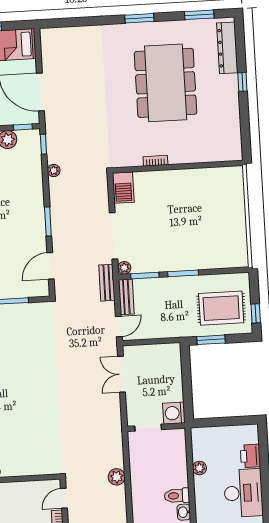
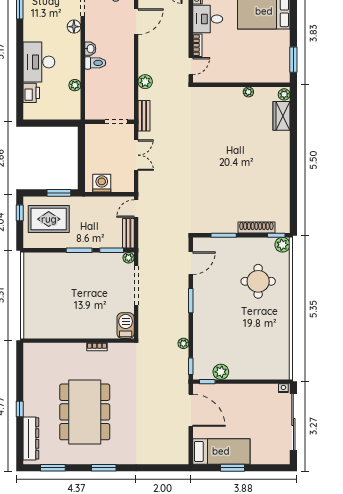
bench: (107, 283) -> (144, 116), moved
double door: (122, 374) -> (136, 155), moved
washing machine: (174, 413) -> (102, 183), moved, turned -90

